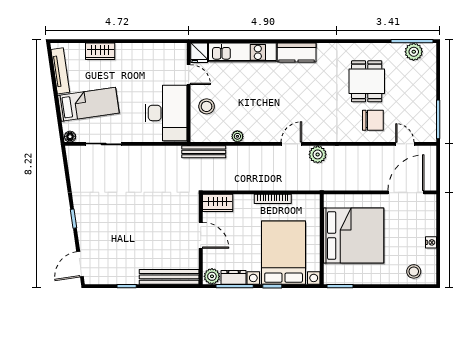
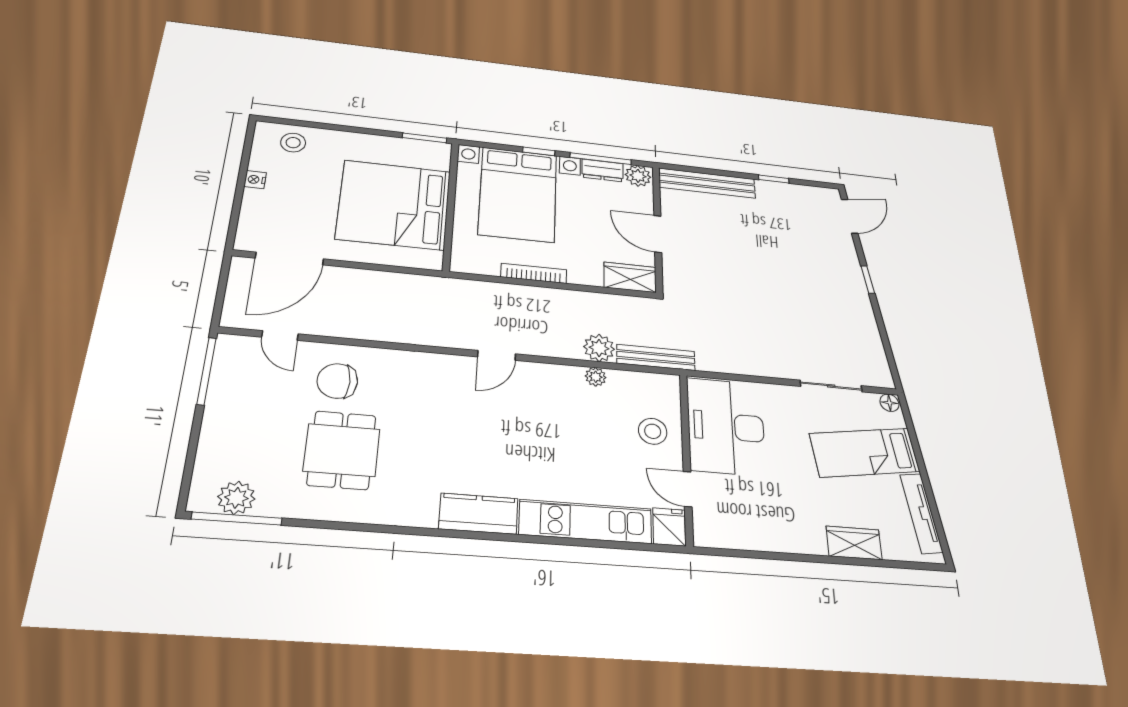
plant: (318, 154) -> (599, 348), moved

